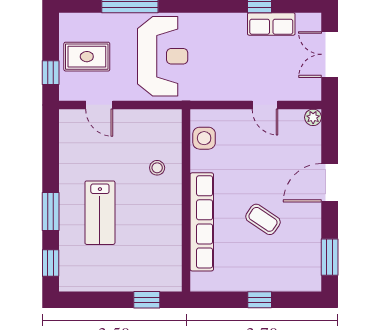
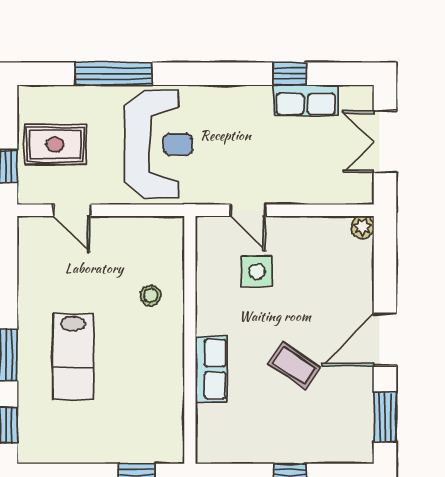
door: (265, 105) -> (248, 210), moved
side table: (204, 138) -> (257, 271), moved
door: (330, 183) -> (385, 340), moved
row of seats: (202, 222) -> (211, 369), width x0.50

